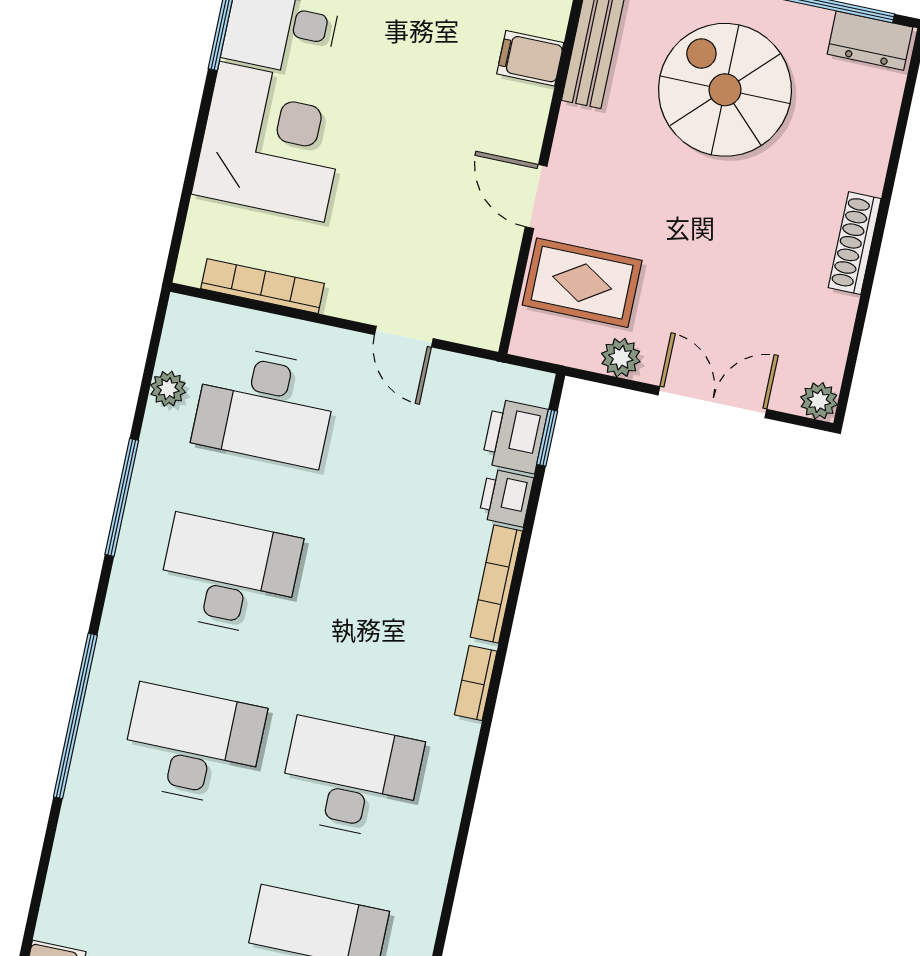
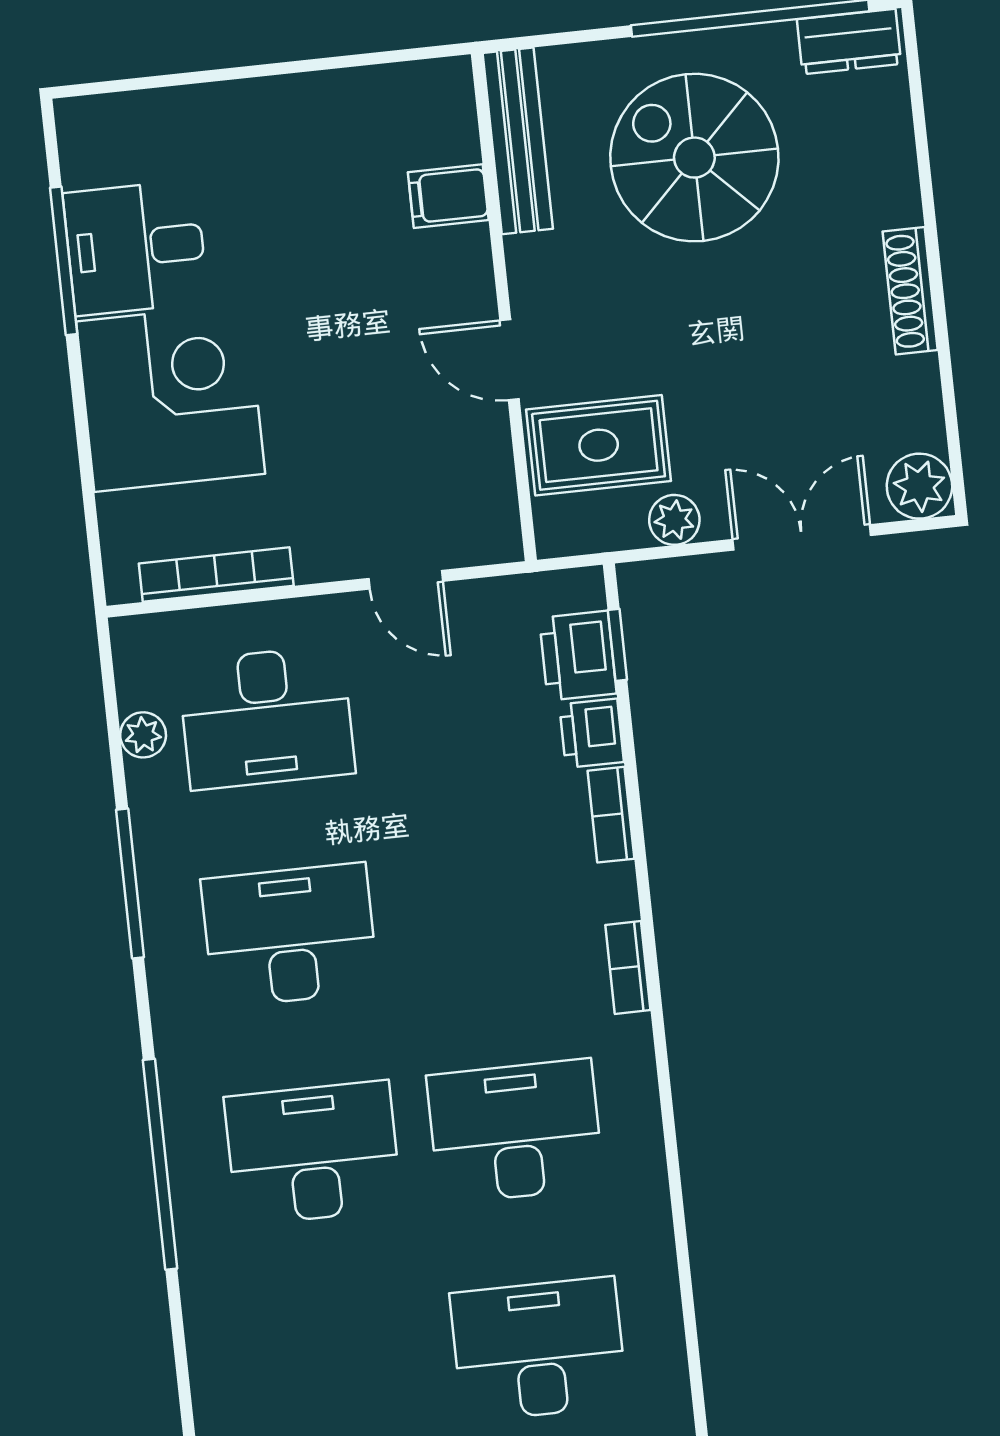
plant: (819, 401) -> (919, 486), width x1.38, depth x1.38
bookcase: (496, 584) -> (611, 815), width x0.64

